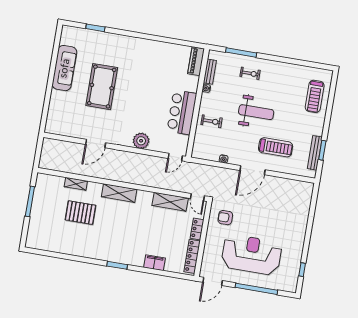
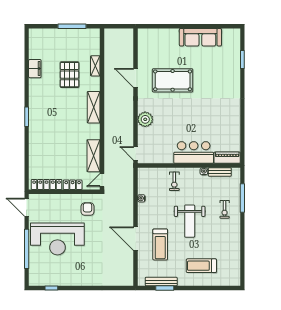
pool table: (102, 87) -> (173, 80), moved
treadmill: (315, 96) -> (201, 266), moved
bar counter: (182, 112) -> (194, 152), moved
door: (252, 170) -> (136, 239), moved
reception desk: (252, 255) -> (57, 239), turned 90
filing cabinet: (154, 263) -> (35, 69), moved

